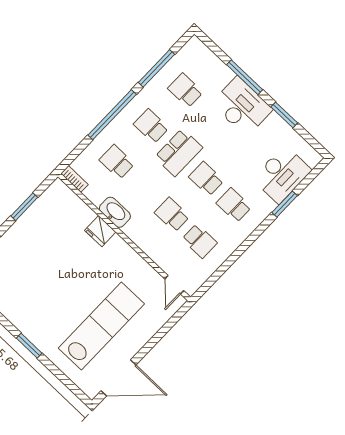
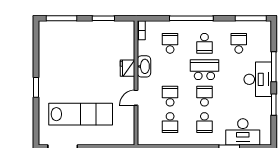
window: (156, 68) -> (251, 18), moved
school desk: (151, 126) -> (204, 43), turned 180
school desk: (179, 152) -> (204, 70), turned 180
school desk: (234, 205) -> (204, 123), turned 180
door: (174, 285) -> (136, 98), moved

